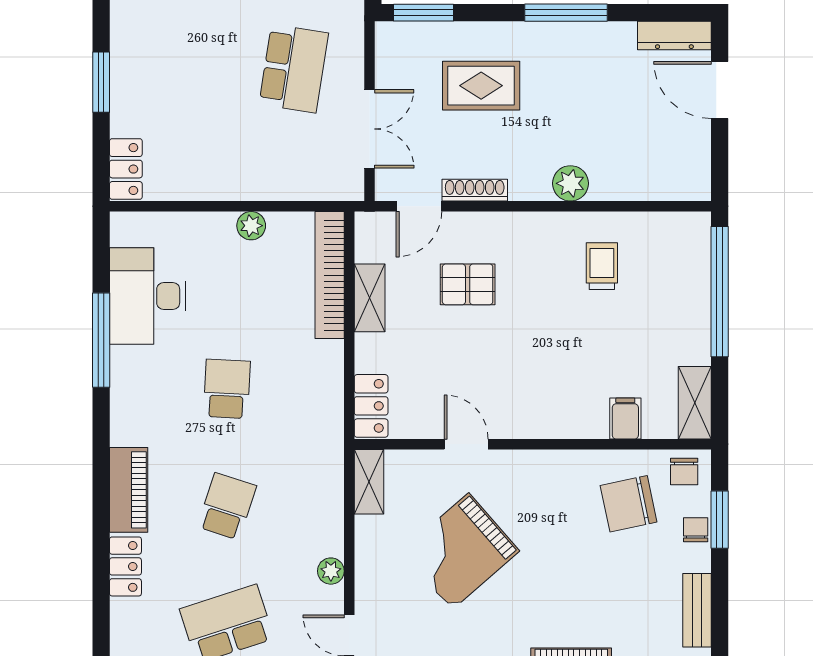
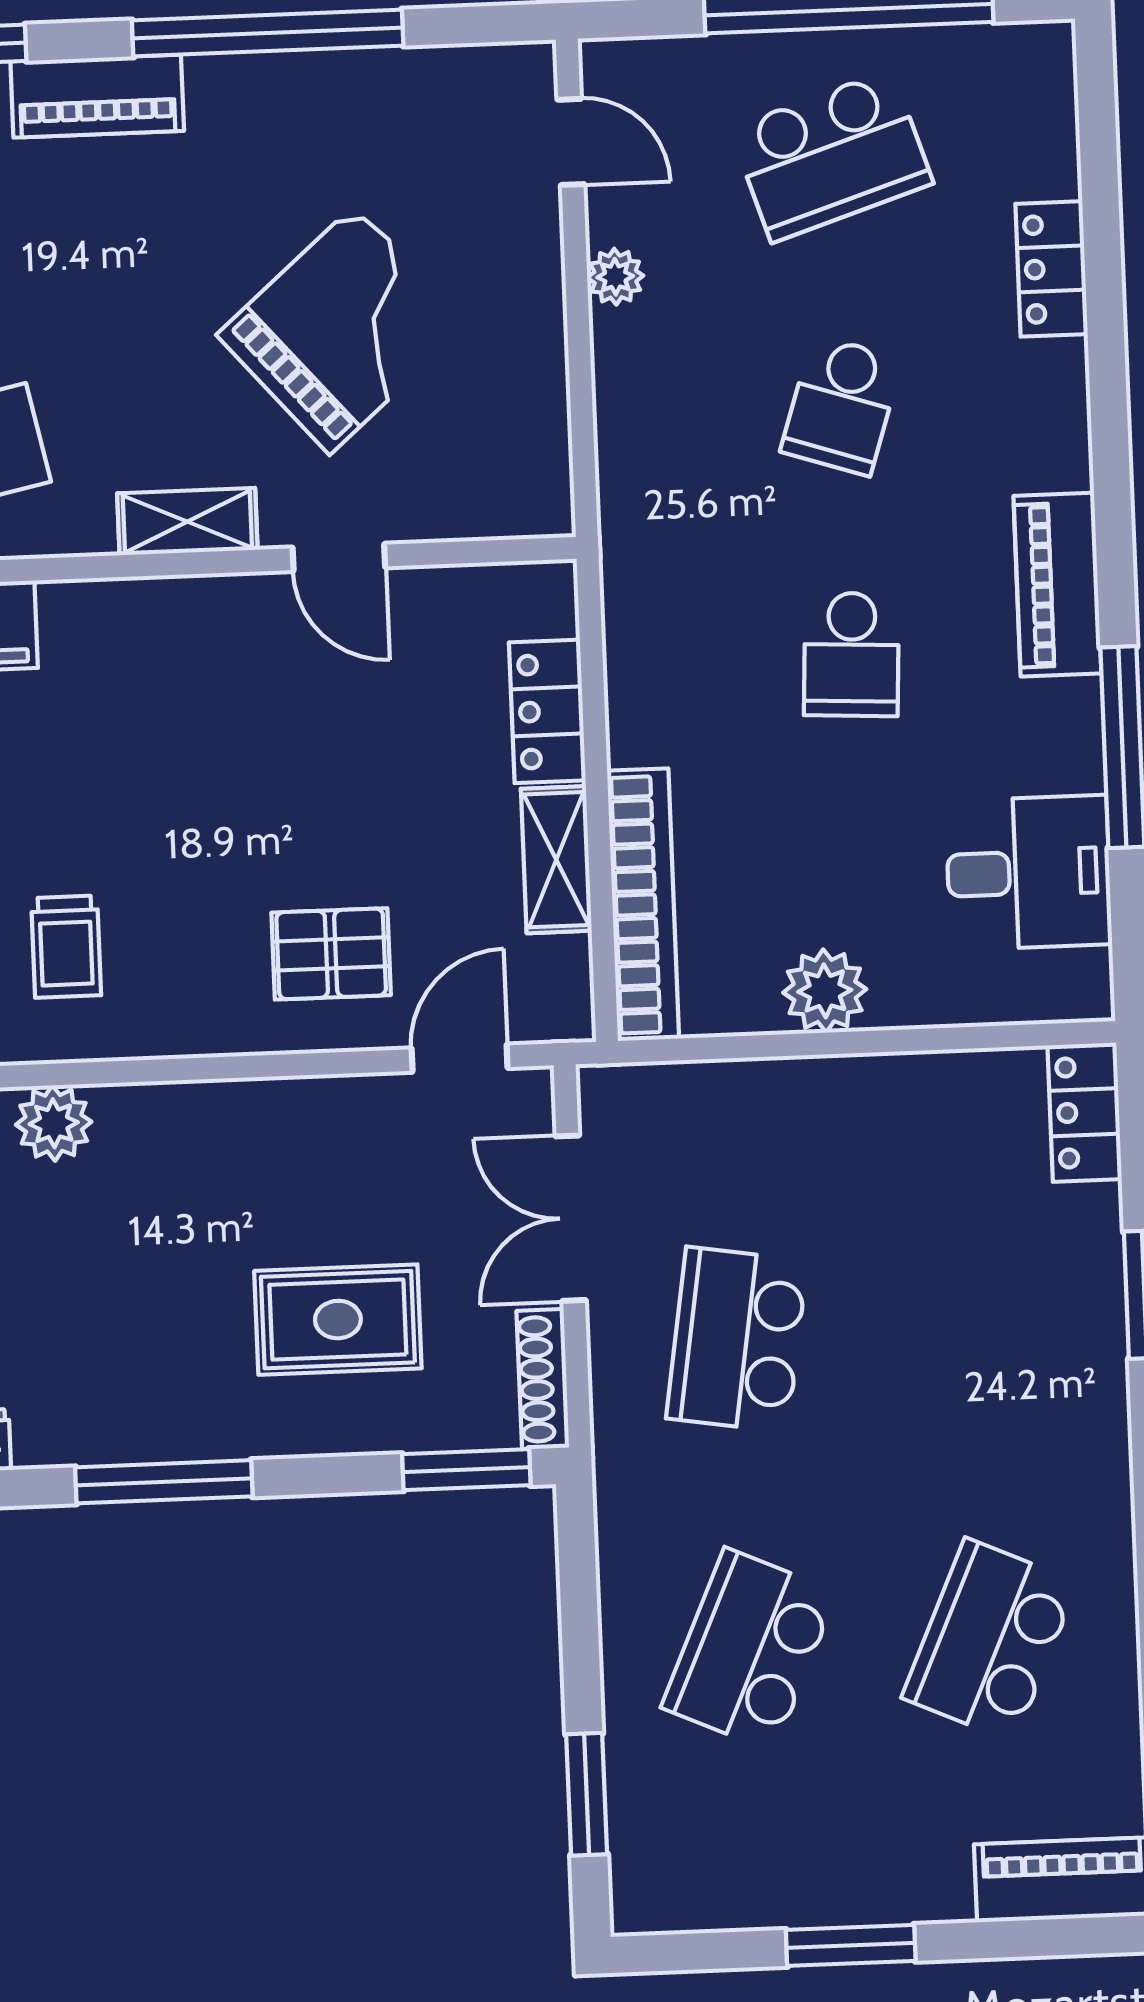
plant: (570, 183) -> (54, 1123), moved
shoe rack: (475, 190) -> (543, 1379), moved, turned 90
plant: (251, 226) -> (825, 991), width x1.38, depth x1.38
pallet: (468, 284) -> (331, 954), moved
desk: (148, 296) -> (1029, 873), width x0.73
locker: (371, 406) -> (547, 711), moved
shelving: (369, 482) -> (187, 522), moved, turned 90
piano: (129, 490) -> (1057, 585), moved

